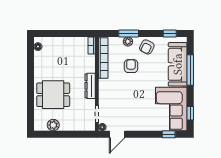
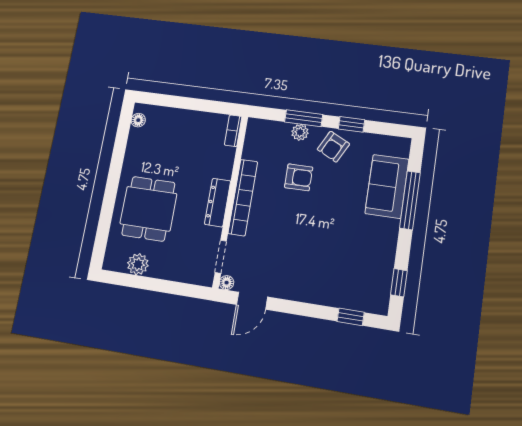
window: (170, 33) -> (351, 124), moved
bookcase: (103, 58) -> (243, 197), moved
sofa: (178, 64) -> (387, 186), width x0.73
armchair: (131, 66) -> (299, 177), turned 90
dining table: (53, 95) -> (148, 209), turned 90
corner sofa: (171, 109) -> (363, 269), removed

